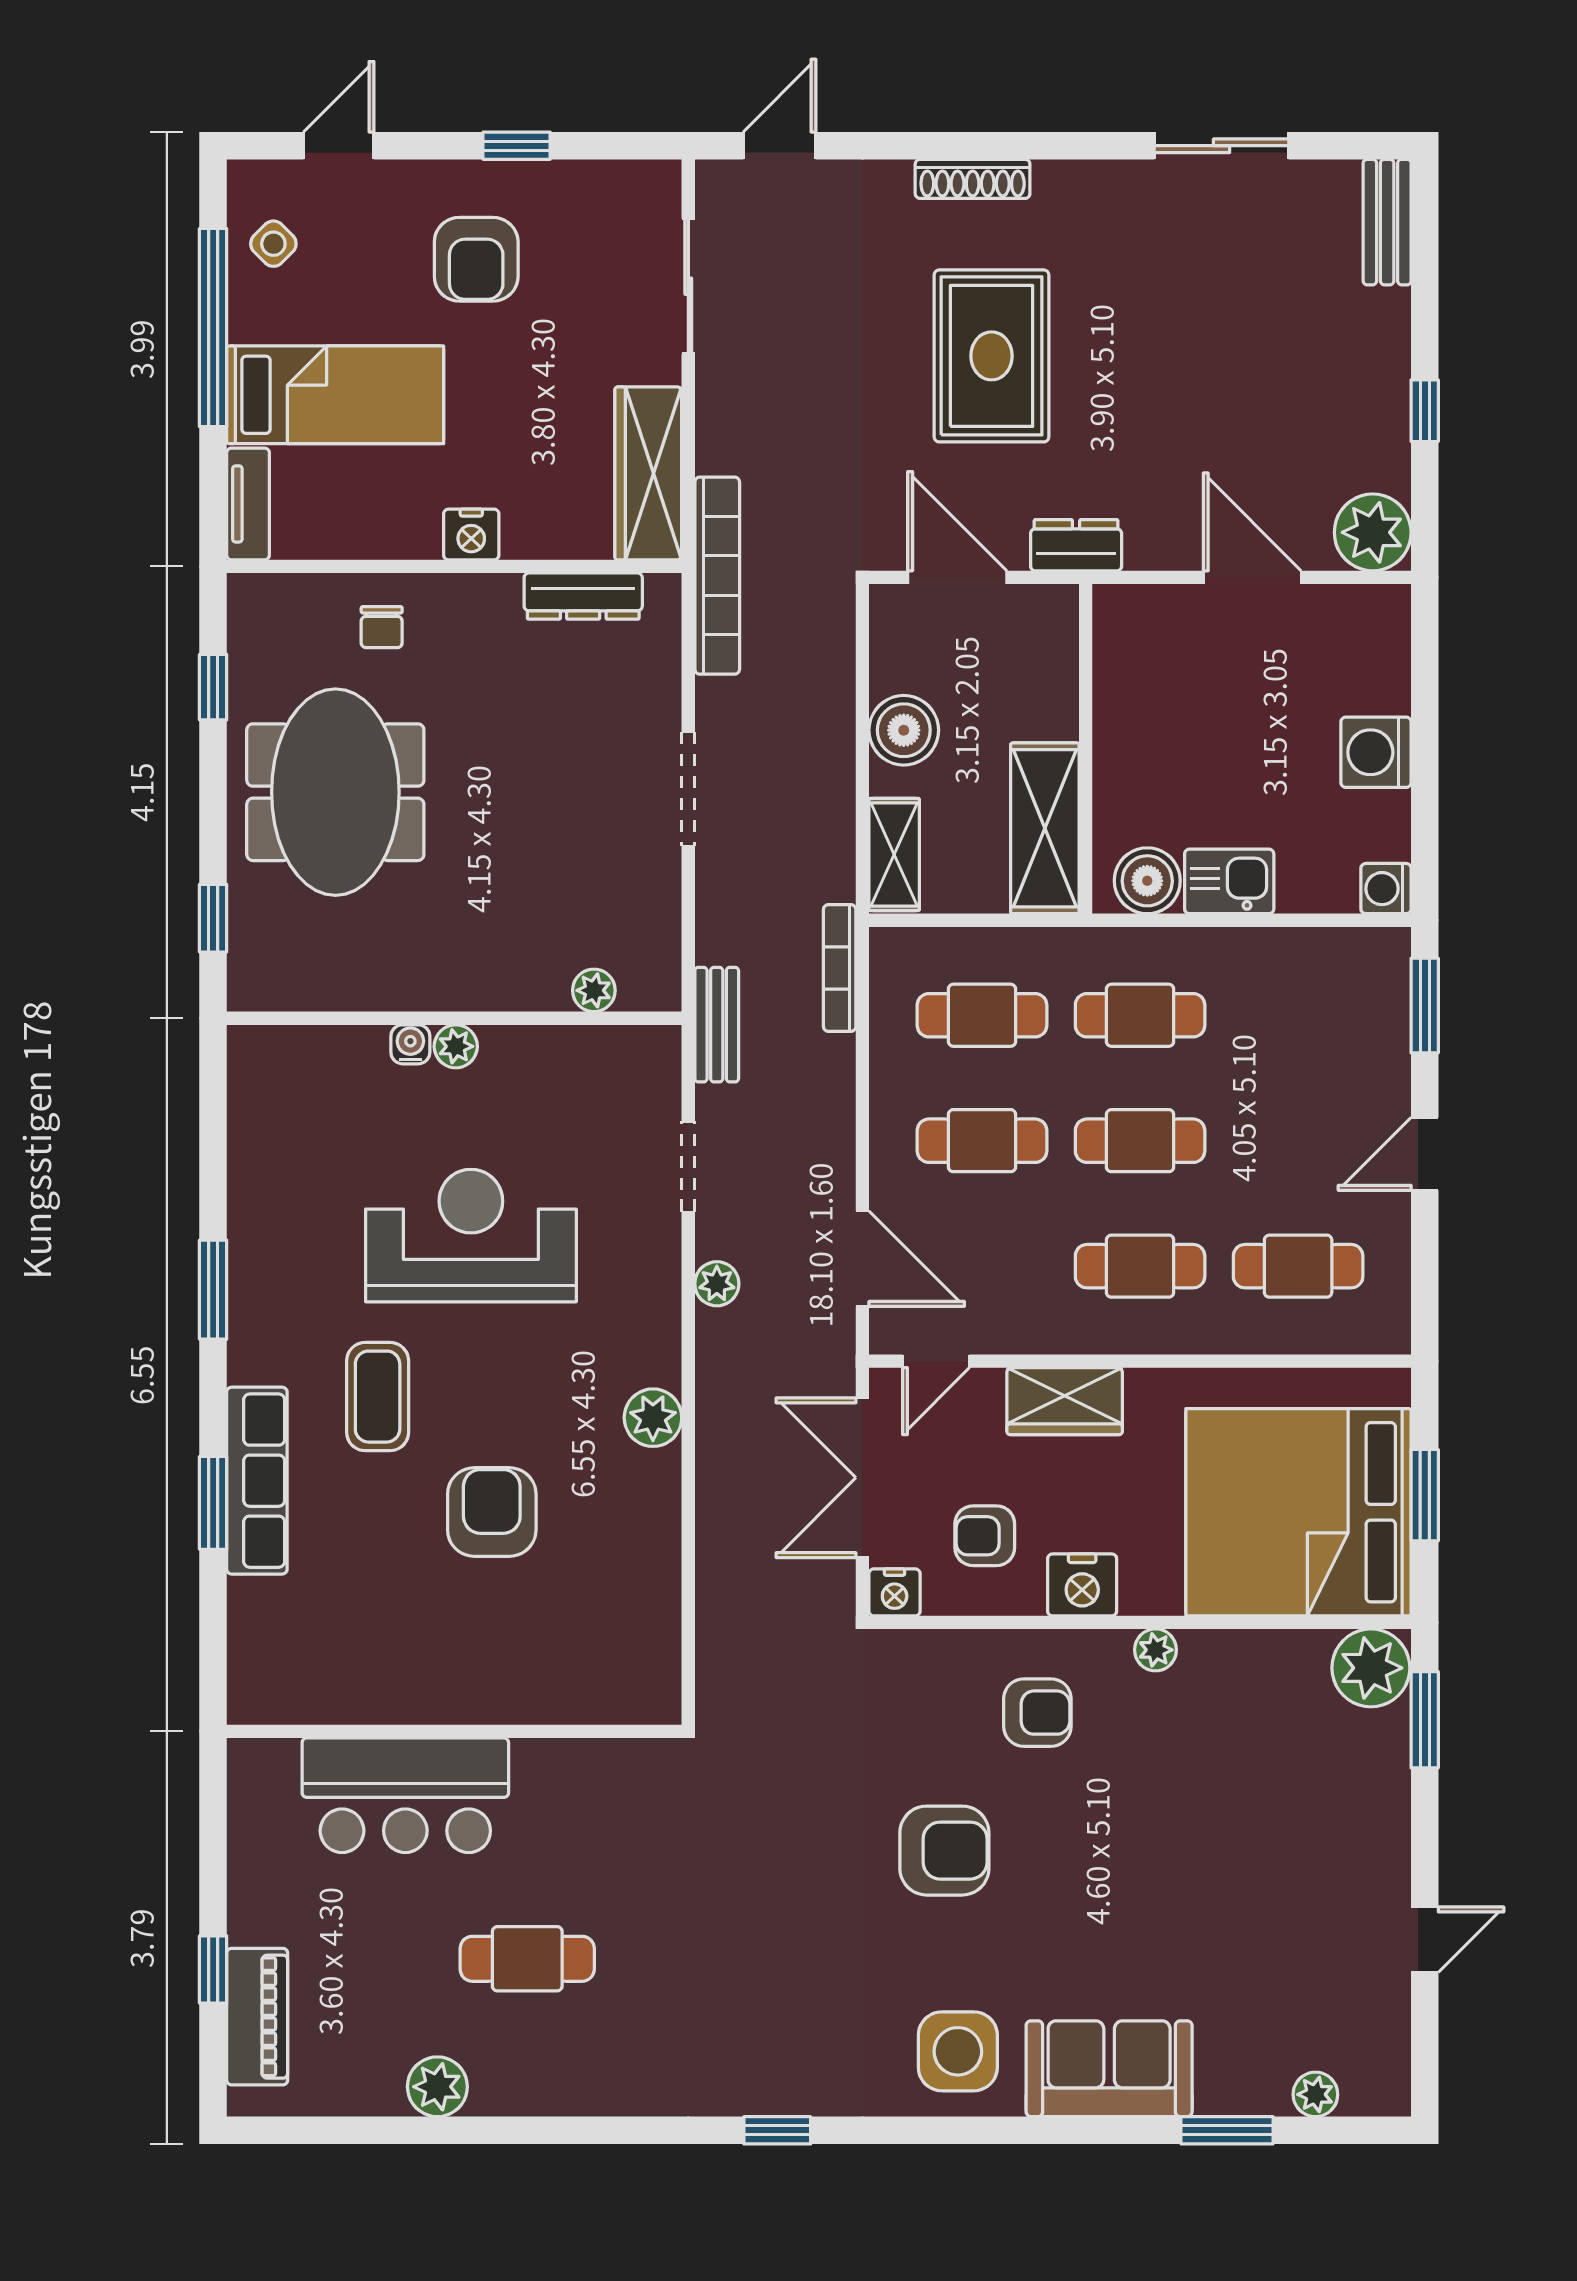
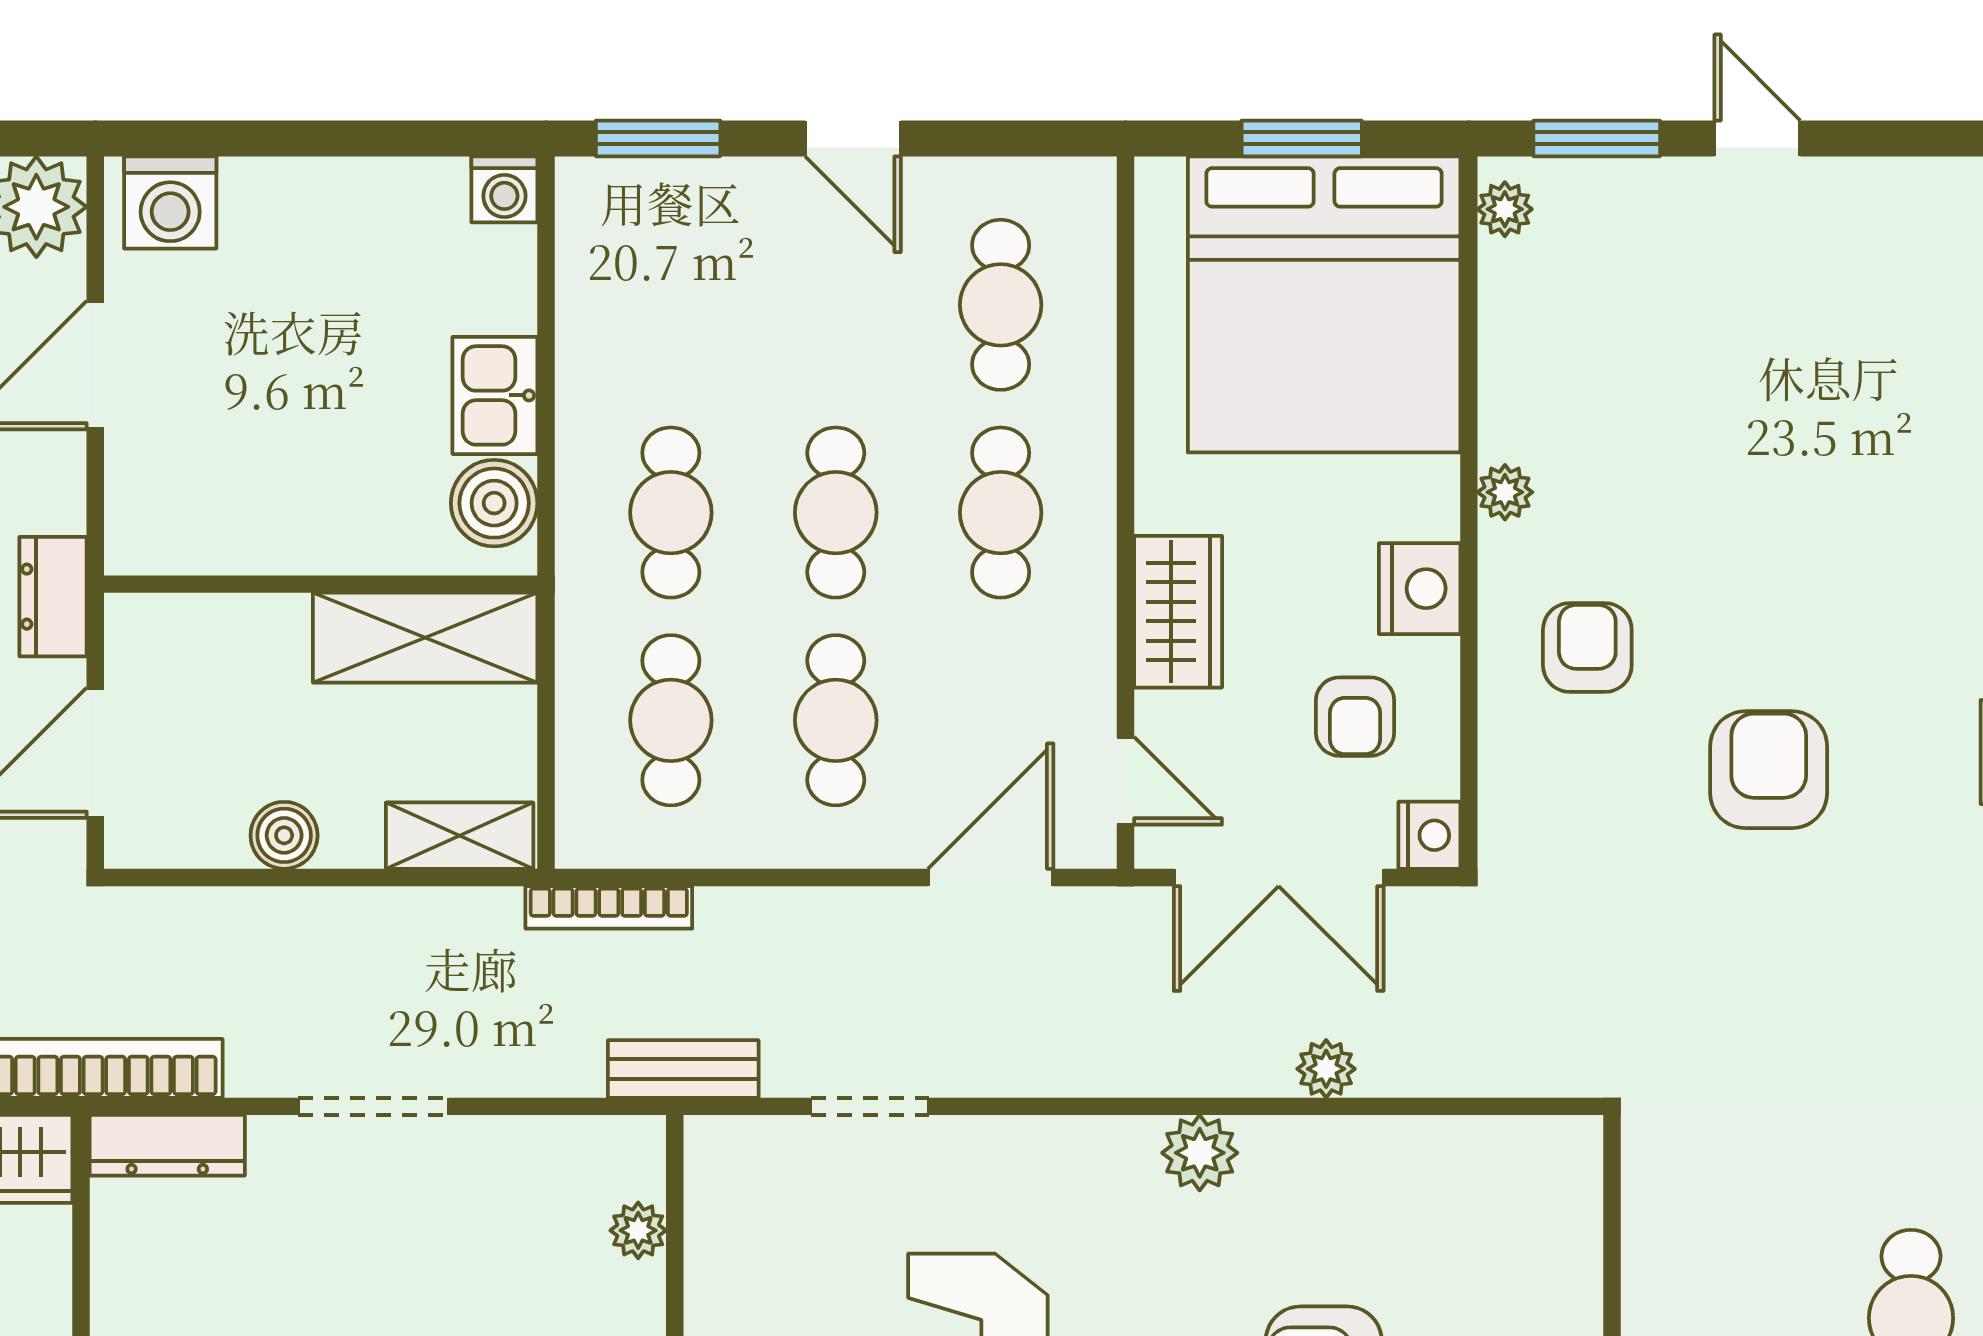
dresser: (583, 596) -> (167, 1145), moved, turned 90
boiler: (904, 730) -> (284, 835), width x0.73, depth x0.73
washing machine: (1376, 752) -> (170, 202), moved
plant: (717, 1284) -> (1326, 1069), moved
plant: (1371, 1668) -> (1505, 209), width x0.53, depth x0.53
door: (1425, 1940) -> (1757, 138), moved

